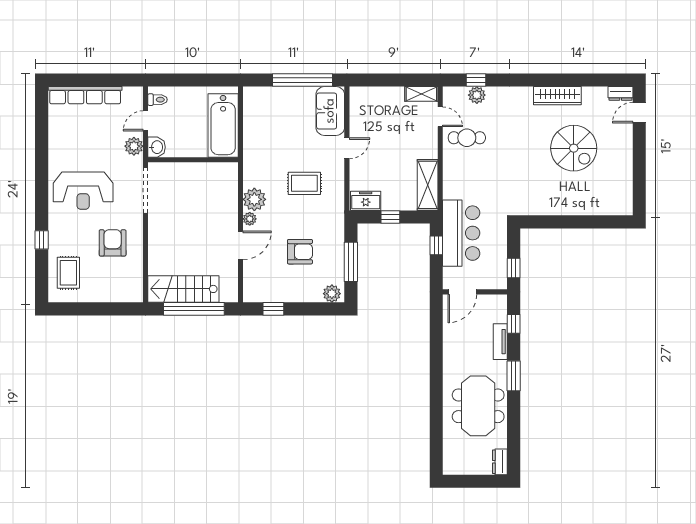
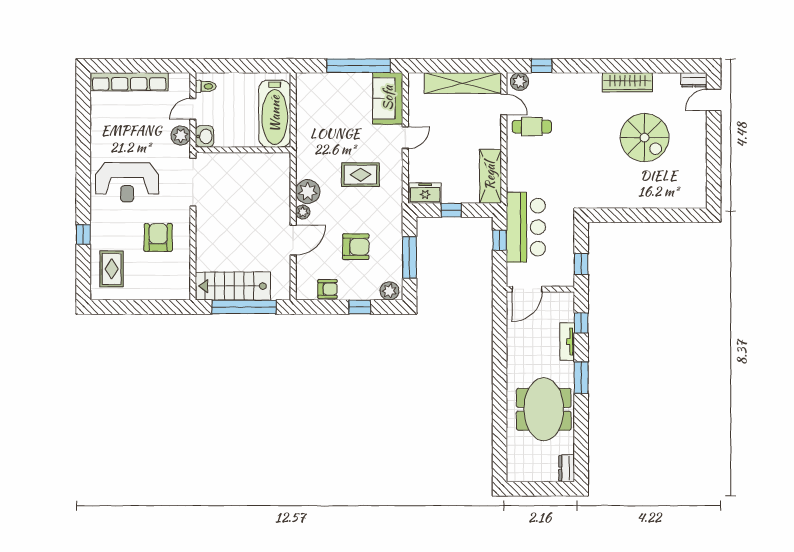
shelving: (421, 94) -> (463, 83), width x2.20, depth x1.33
plant: (477, 95) -> (519, 82), moved
armchair: (273, 292) -> (327, 289), added
window: (273, 309) -> (360, 307), moved

